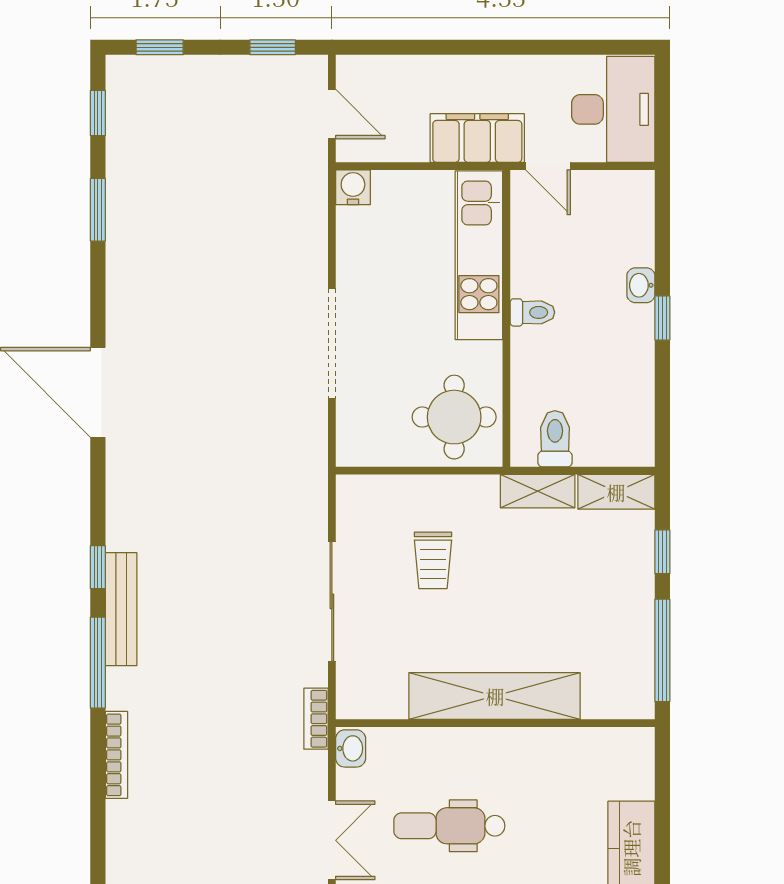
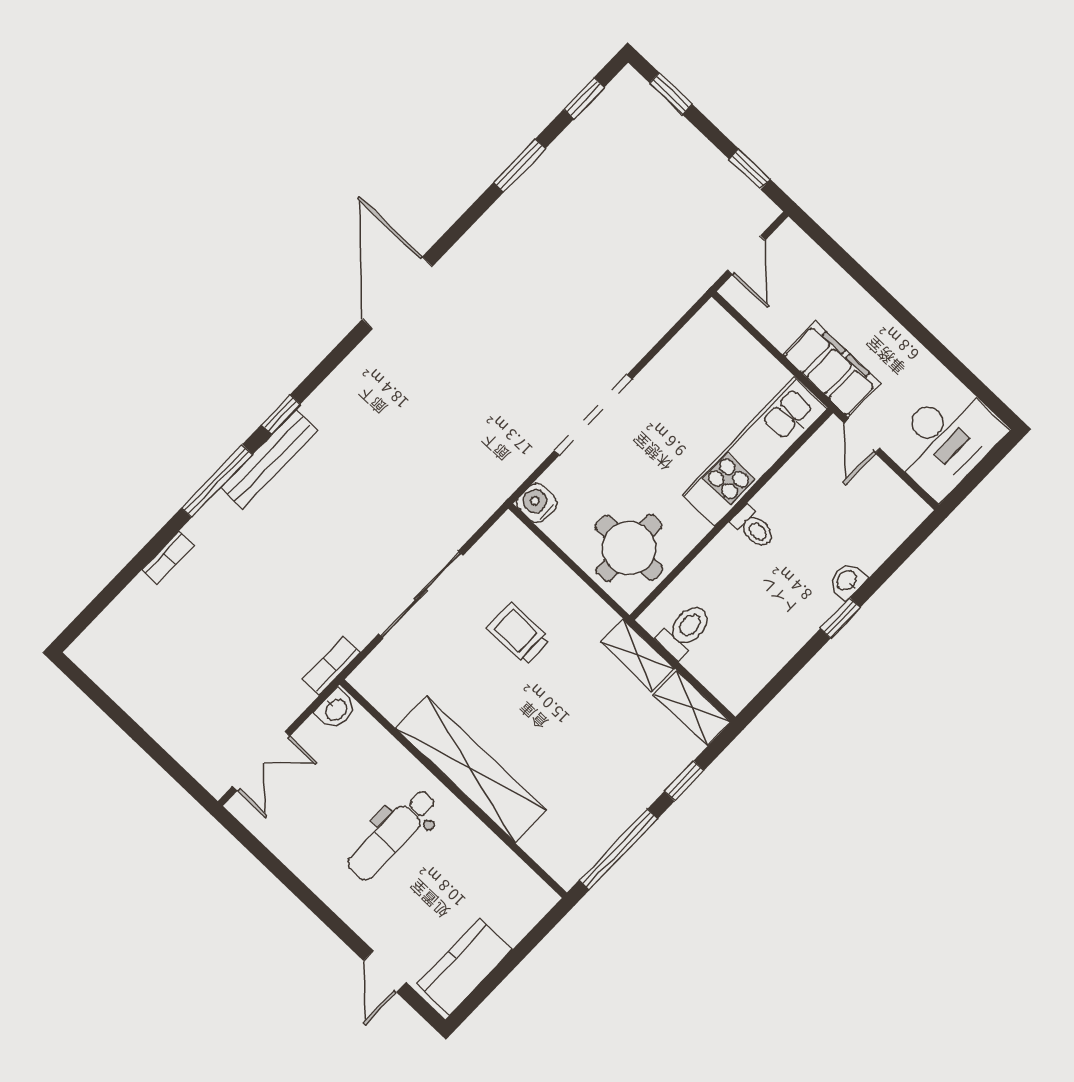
water cooler: (353, 187) -> (537, 503), moved, turned -90
trolley: (433, 560) -> (519, 634), turned 90
bookcase: (116, 755) -> (168, 558), width x0.64
dental chair: (449, 826) -> (392, 834), moved, turned -90

